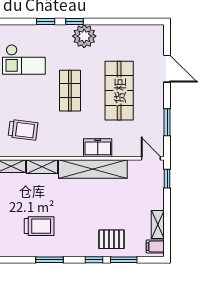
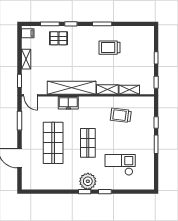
plant: (84, 36) -> (88, 181), moved
shelving: (158, 224) -> (26, 59), moved

